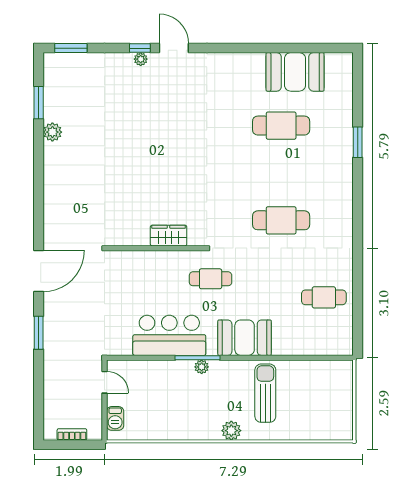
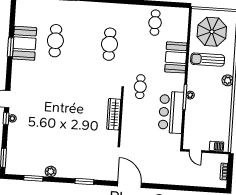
window: (265, 48) -> (11, 47), added
booth: (295, 72) -> (24, 43), moved
wardrobe: (169, 236) -> (114, 114), width x1.50
window: (39, 333) -> (84, 182), moved
booth: (245, 338) -> (176, 57), moved
door: (105, 382) -> (195, 151), swing flipped
parasol: (314, 397) -> (212, 32), added

